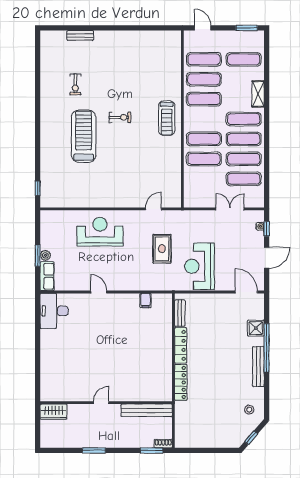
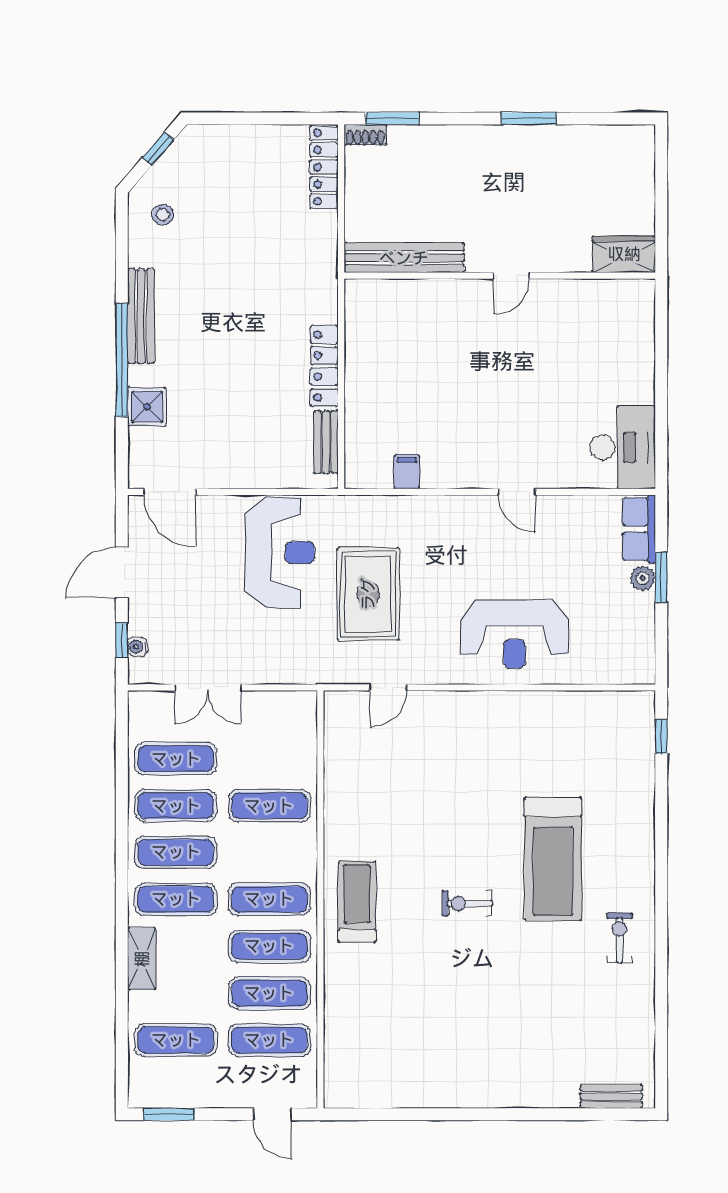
bench: (80, 35) -> (611, 1096), moved
exercise bike: (75, 84) -> (620, 938), moved
exercise mat: (204, 139) -> (269, 899), moved
rug: (162, 249) -> (368, 594), width x1.36, depth x1.43
locker: (181, 382) -> (324, 167), moved
door: (101, 403) -> (511, 276), moved
wall: (106, 403) -> (500, 276), moved
bench: (147, 410) -> (404, 258), moved
wardrobe: (53, 412) -> (624, 254), moved

